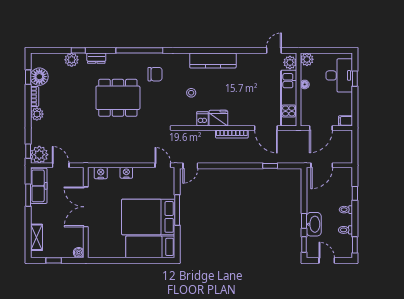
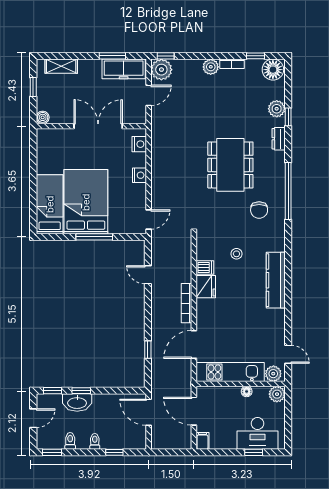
floor lamp: (39, 77) -> (273, 70), moved
door: (190, 166) -> (148, 275), moved

